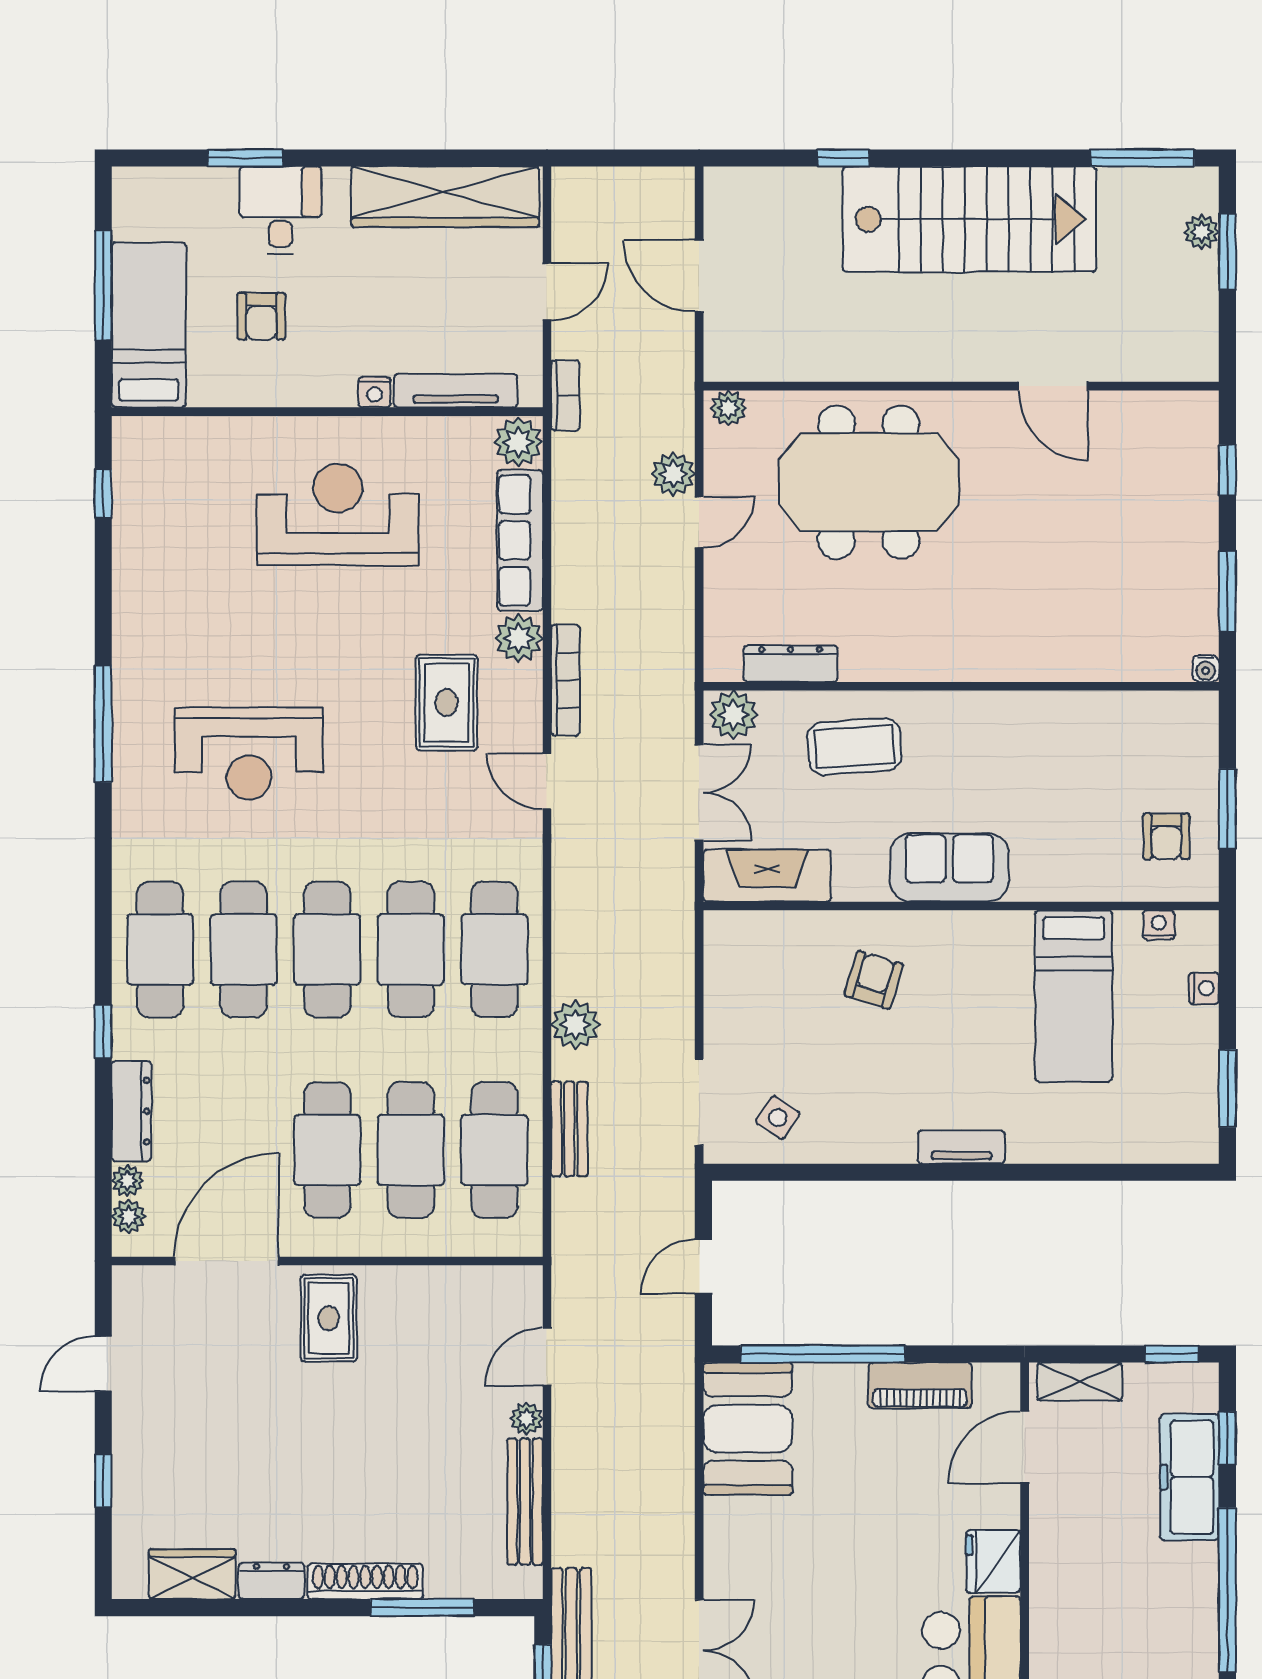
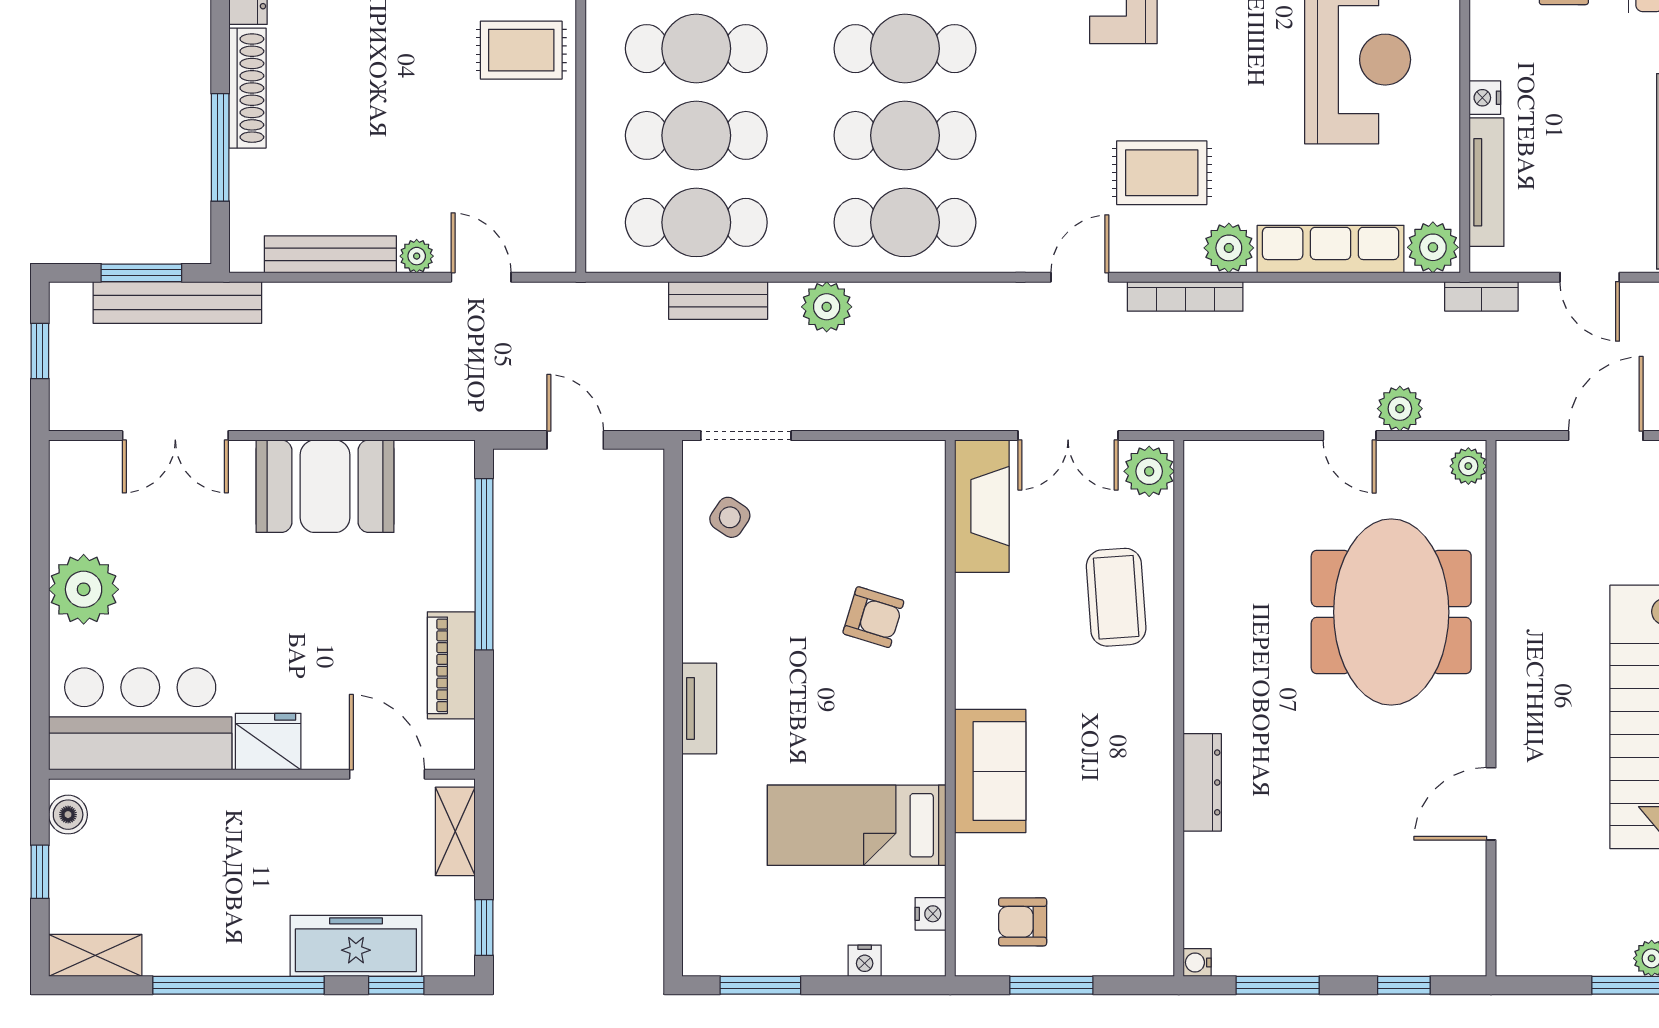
dresser: (791, 664) -> (1202, 782), moved
sofa: (949, 868) -> (990, 771), moved
booth: (748, 1429) -> (325, 486), moved

